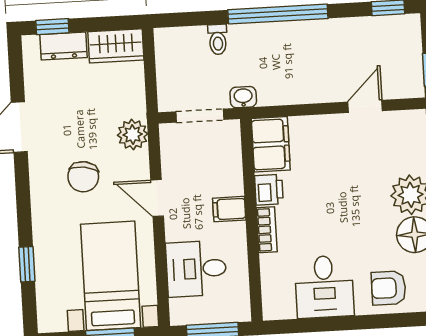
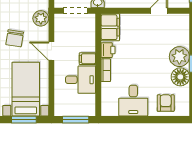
desk: (196, 269) -> (81, 80), moved, turned 180
armchair: (389, 288) -> (166, 103), turned 90

